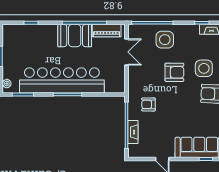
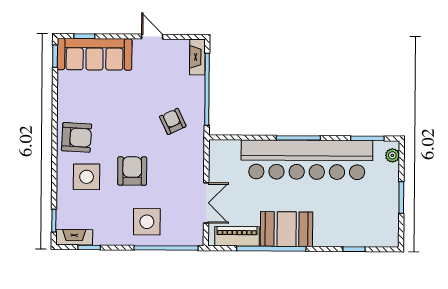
double door: (127, 52) -> (206, 203), swing flipped
armchair: (174, 72) -> (132, 171), turned 90
armchair: (148, 104) -> (173, 121), turned -115
fireplace: (133, 132) -> (197, 57), moved

